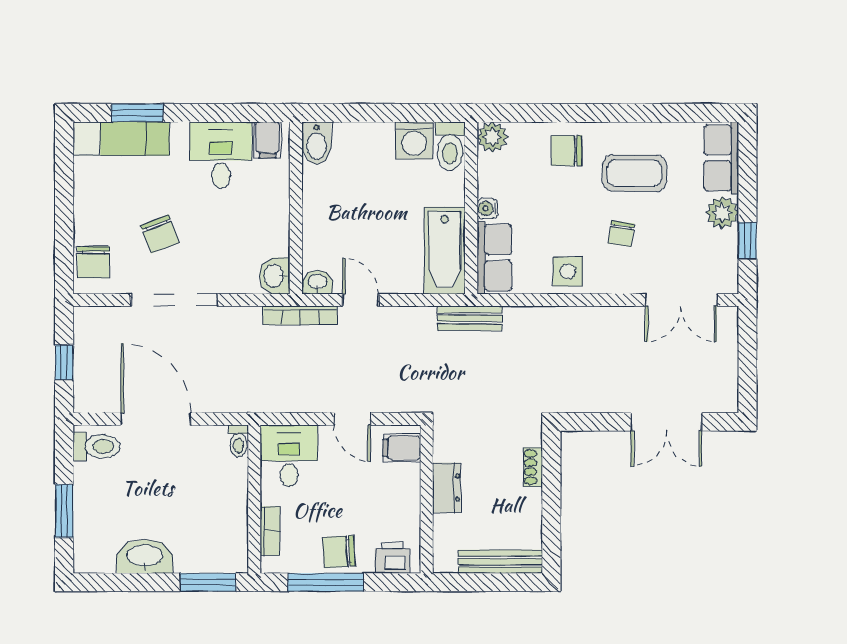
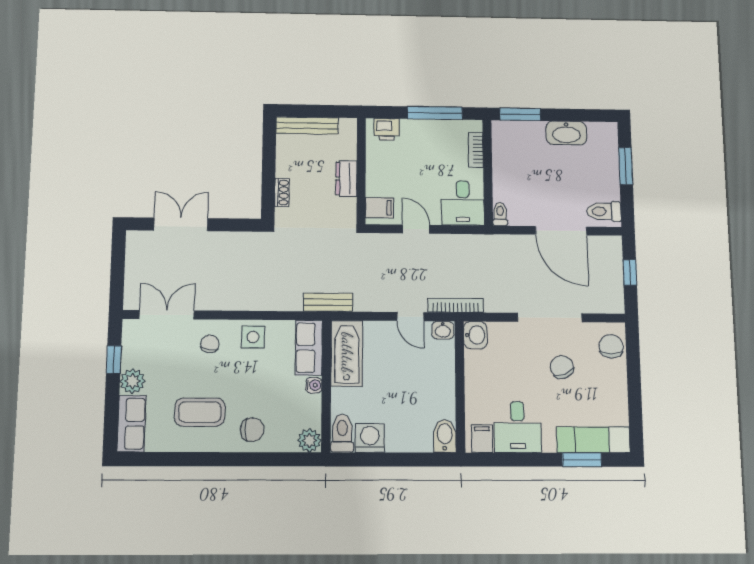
chair: (621, 234) -> (210, 344), moved
chair: (339, 552) -> (426, 134), removed

